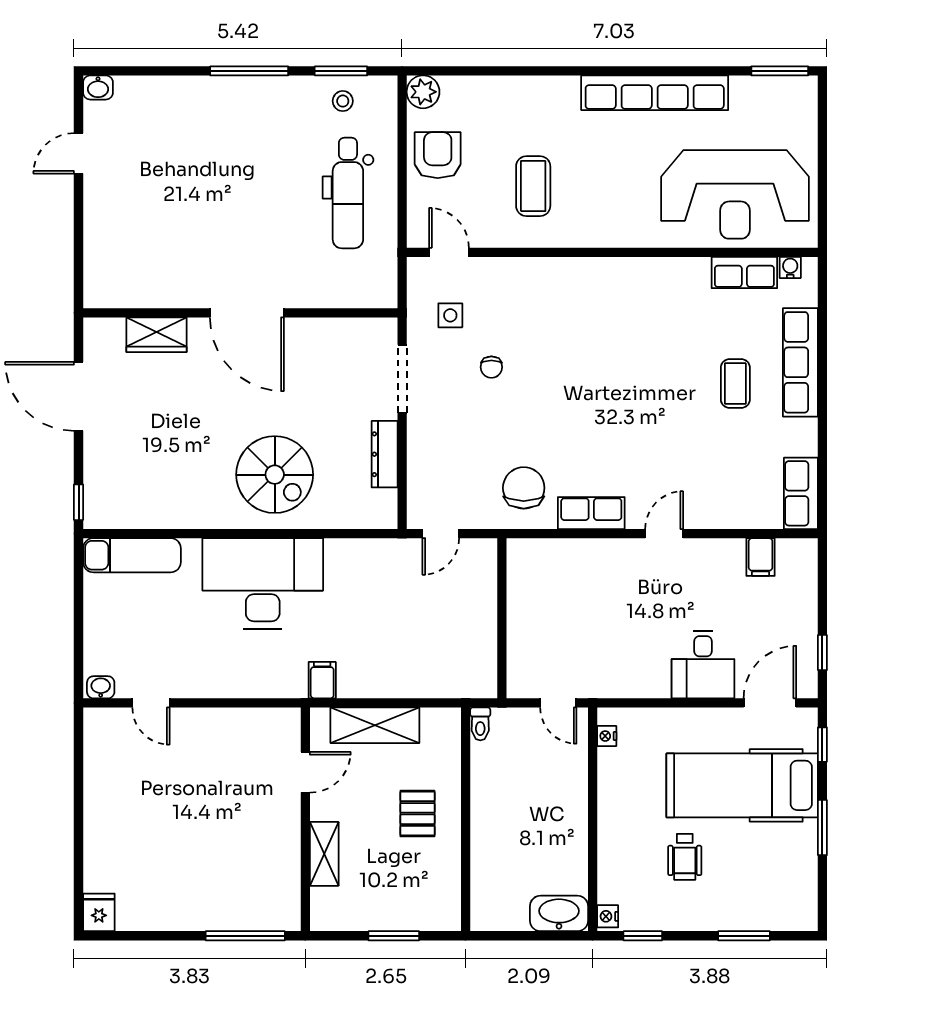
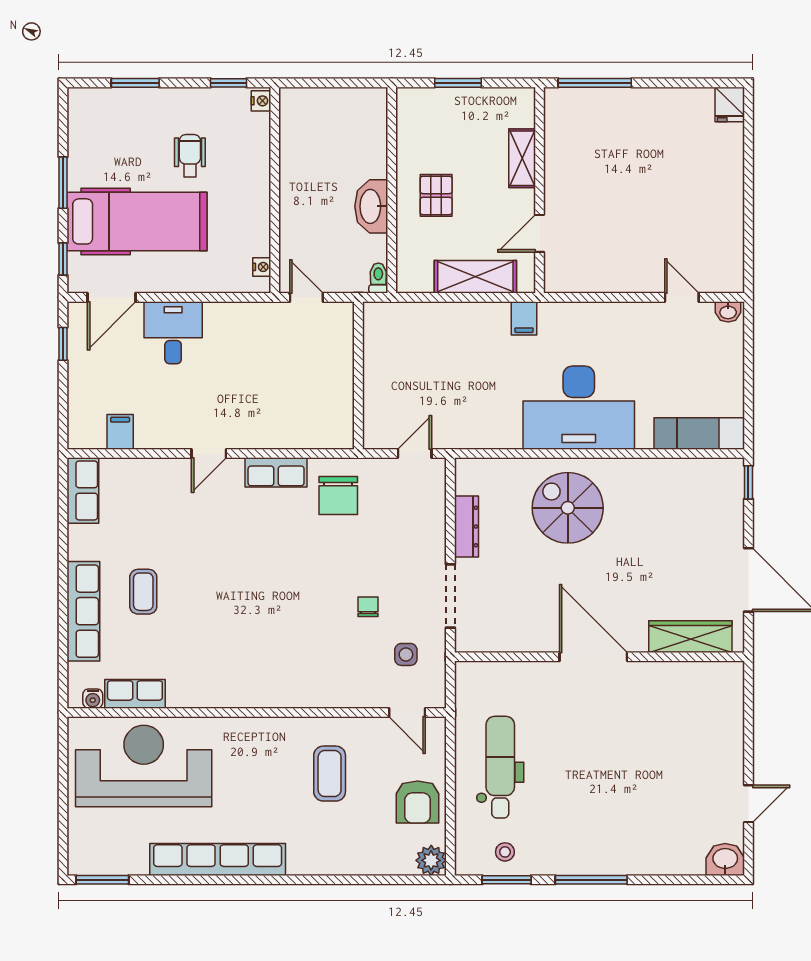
washbasin: (98, 87) -> (725, 859), width x1.38, depth x1.45
wardrobe: (157, 335) -> (690, 637), width x1.50
washbasin: (559, 913) -> (371, 206), moved, turned 90

